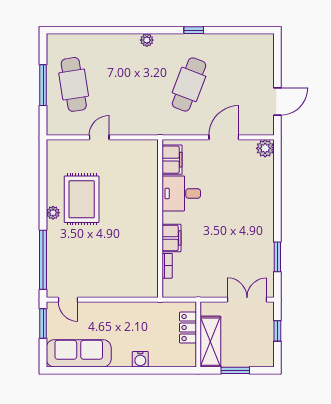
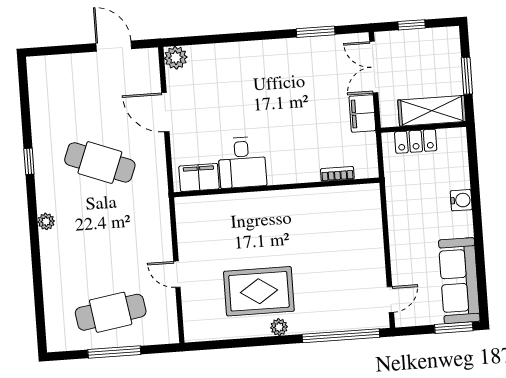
filing cabinet: (171, 238) -> (362, 113), moved, turned -90
window: (43, 323) -> (454, 328), moved

